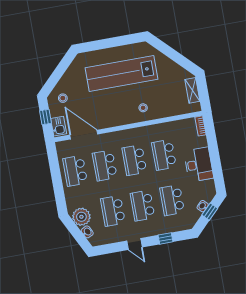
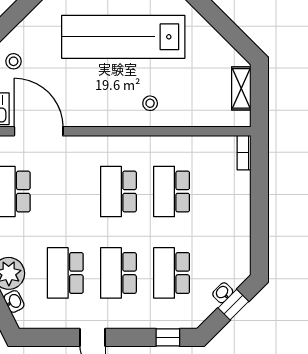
school desk: (105, 165) -> (65, 191), removed
desk: (199, 165) -> (229, 219), removed
window: (166, 238) -> (168, 337), moved

